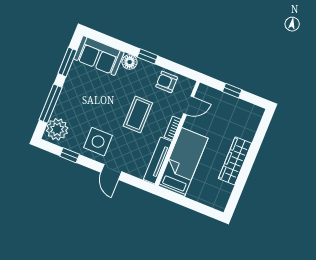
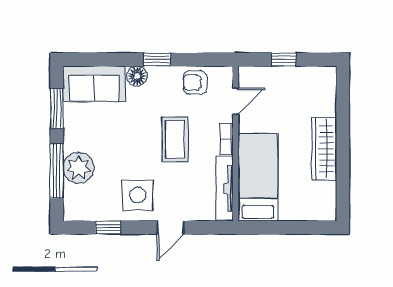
plant: (57, 129) -> (79, 168), moved
door: (111, 172) -> (171, 228), hinge flipped

